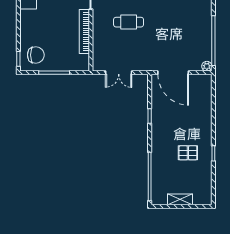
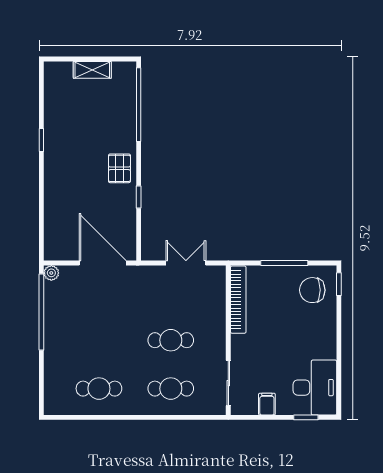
bookcase: (84, 32) -> (238, 300), moved
pallet: (188, 153) -> (119, 168), moved, turned 90

